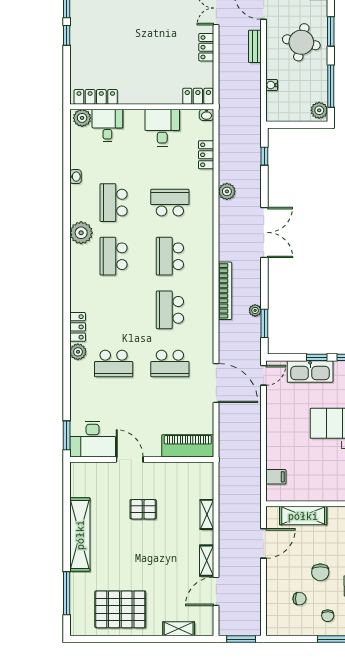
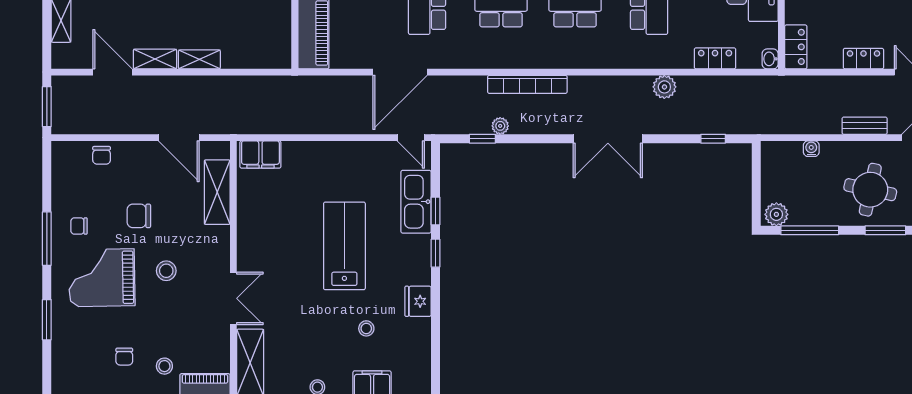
window: (264, 323) -> (482, 139), width x0.67
filing cabinet: (276, 477) -> (260, 155), width x2.00
shelving: (207, 514) -> (199, 59), moved
chair: (299, 599) -> (102, 155), moved

